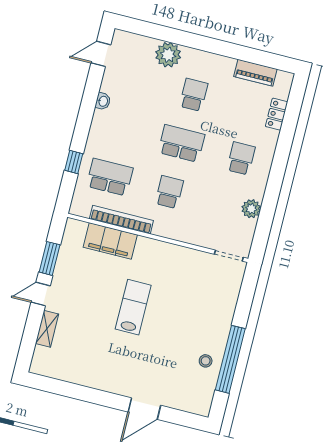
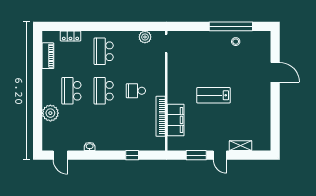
school desk: (194, 95) -> (71, 91), width x1.85
school desk: (241, 158) -> (104, 51), width x1.85
school desk: (110, 177) -> (136, 130), removed
plant: (251, 209) -> (145, 37), moved

